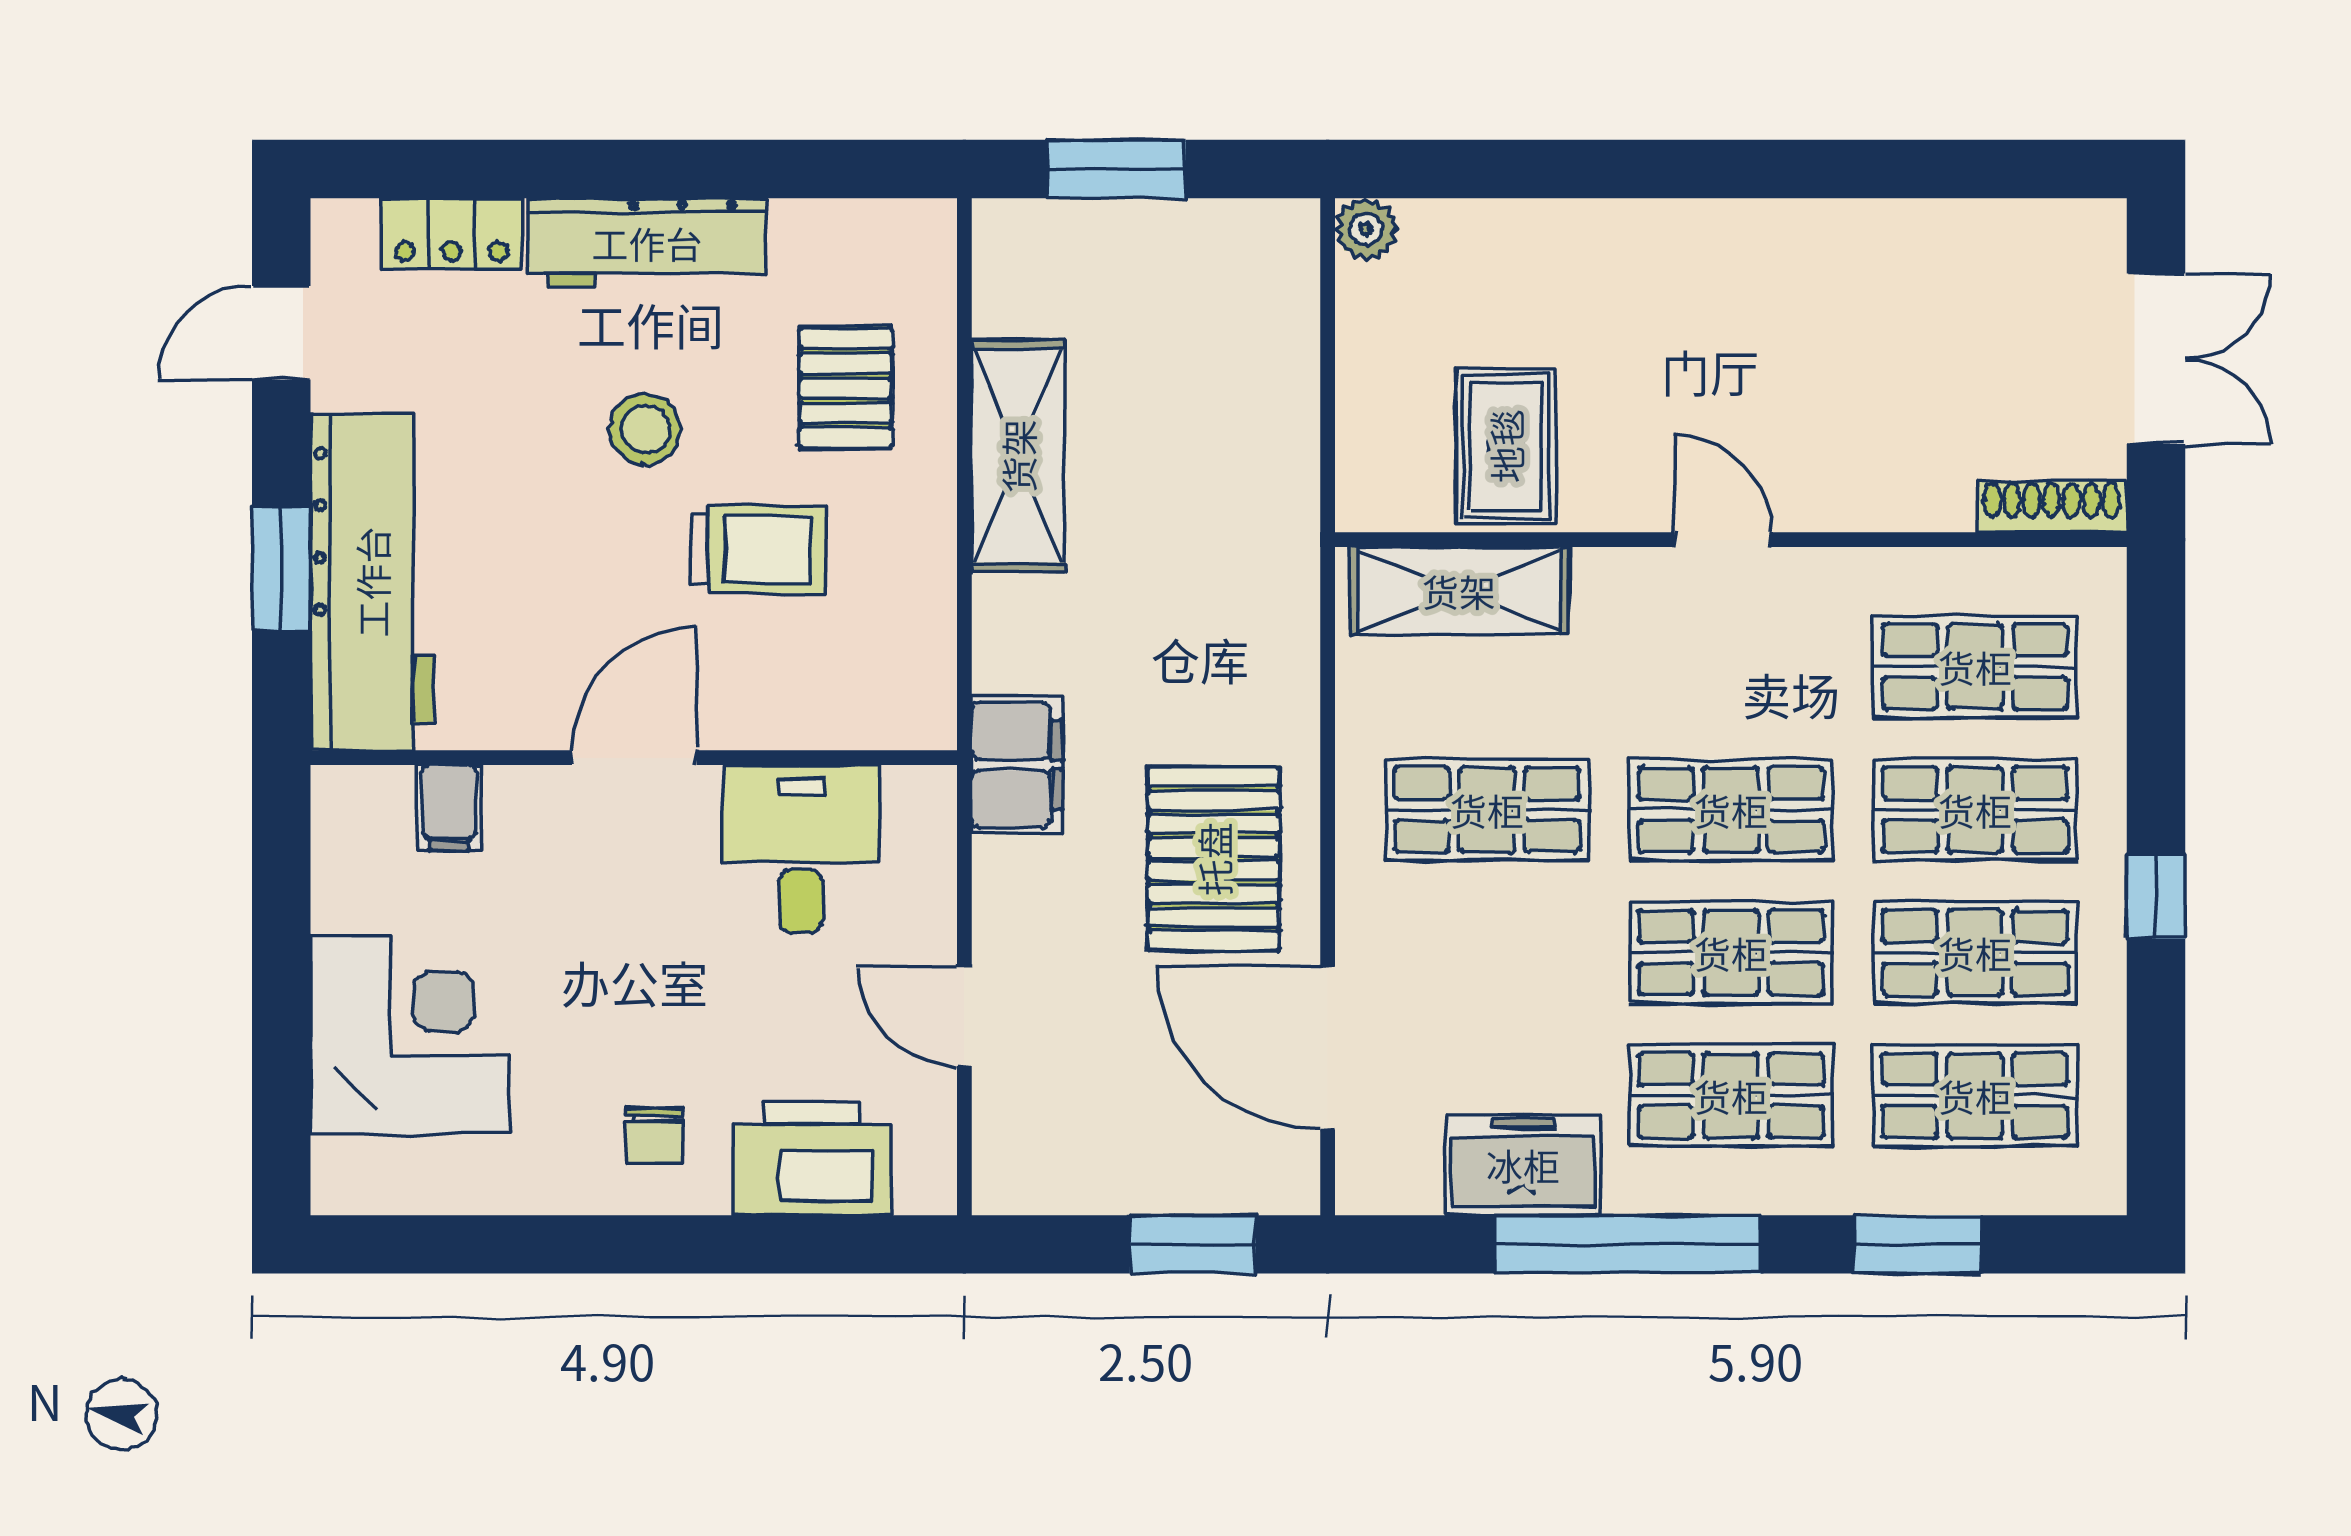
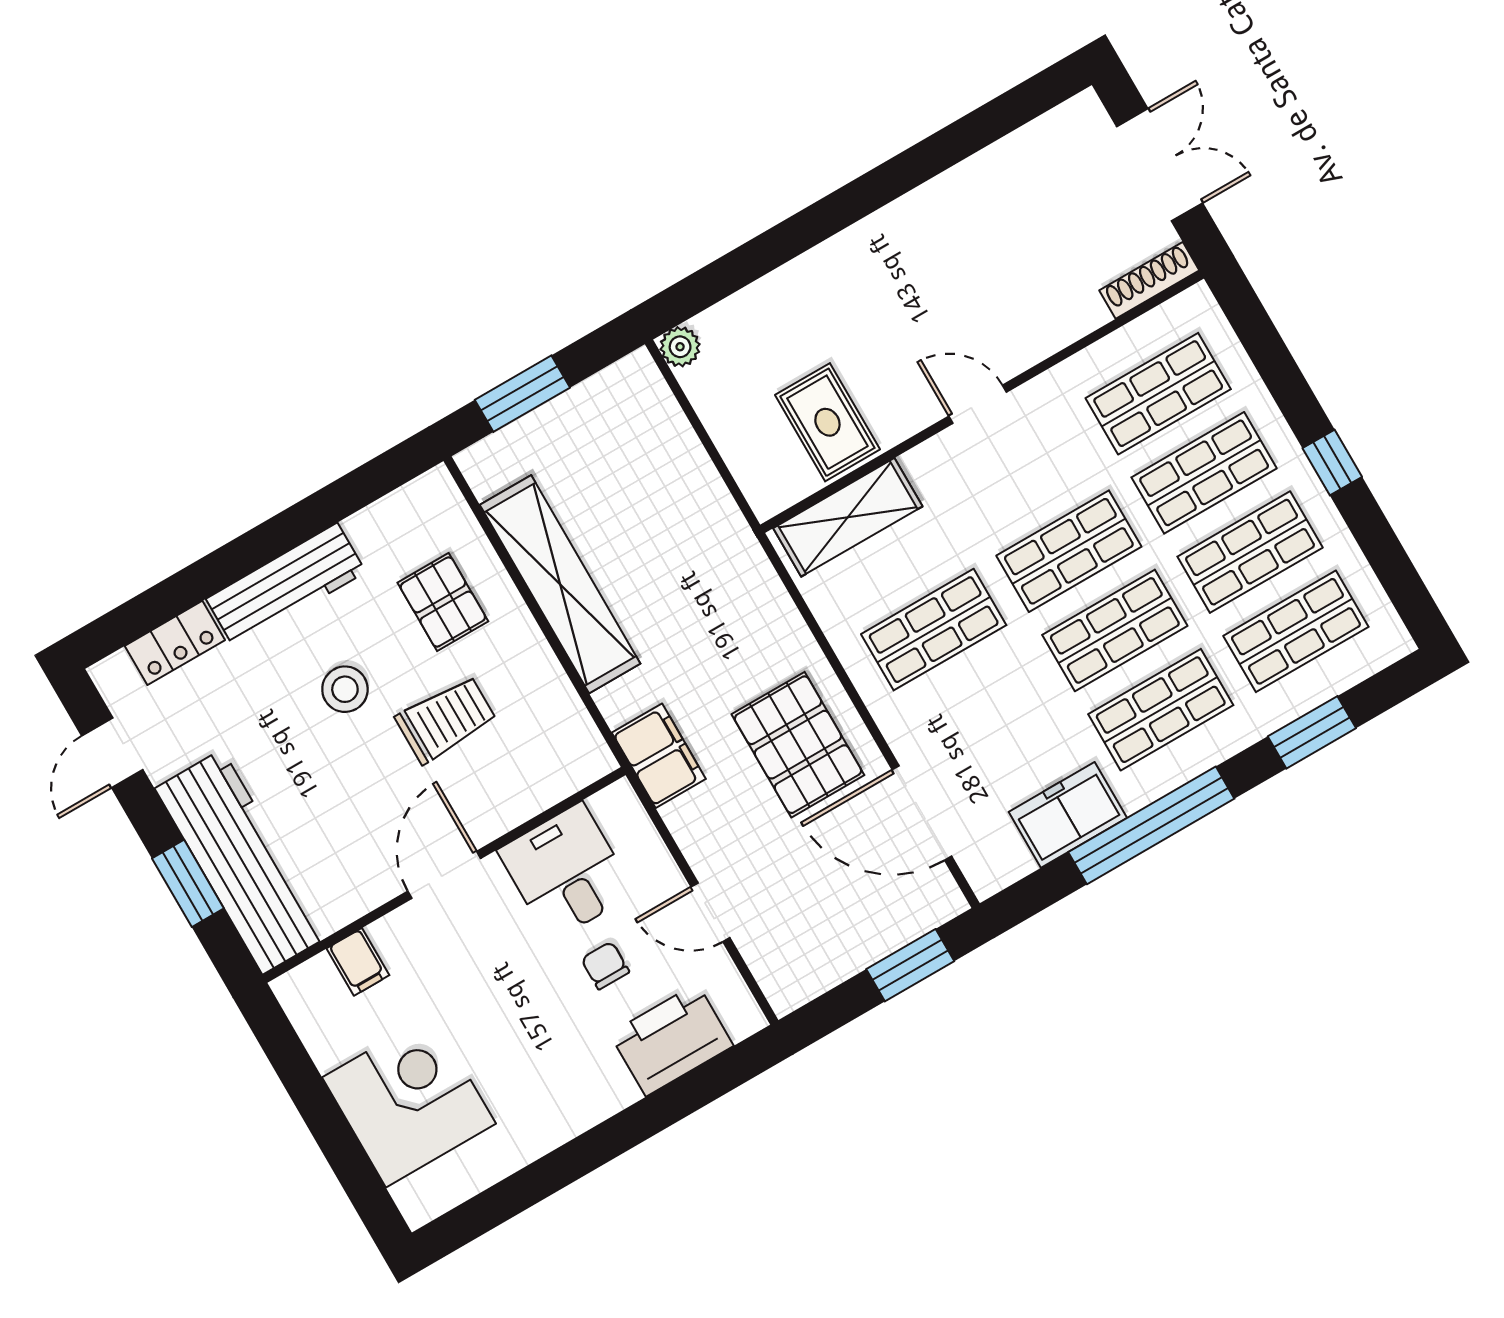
shelving: (1018, 456) -> (560, 584), width x1.47
chair: (655, 1136) -> (605, 966), moved, turned 180

